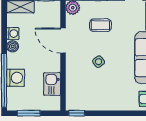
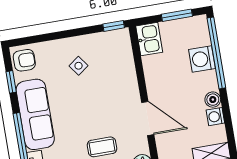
side table: (99, 62) -> (79, 66), moved
kitchen sink: (52, 84) -> (149, 39), moved

